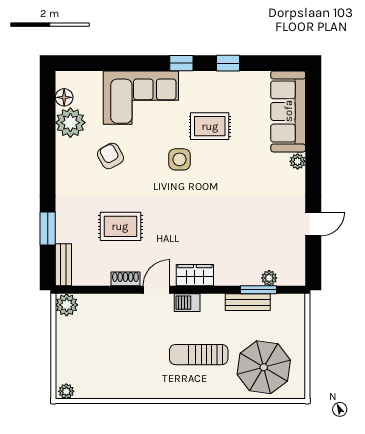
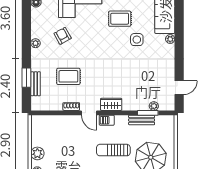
plant: (70, 123) -> (36, 43), moved, width x0.53, depth x0.53
side table: (180, 159) -> (137, 40), moved
door: (313, 224) -> (179, 88), moved
bench: (63, 265) -> (36, 84), moved
door: (156, 290) -> (89, 113), swing flipped
plant: (67, 305) -> (37, 153), moved

